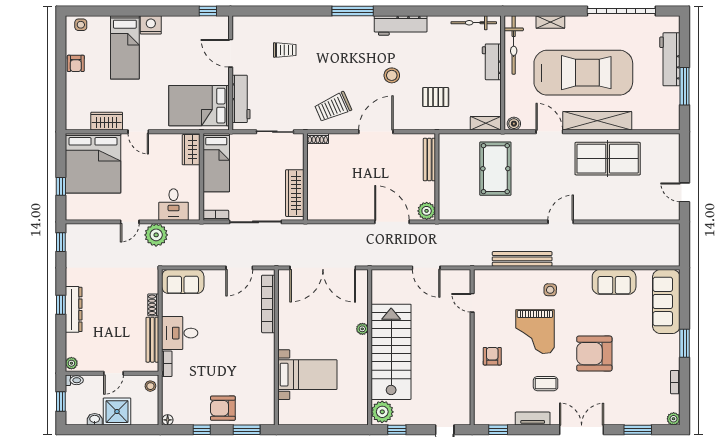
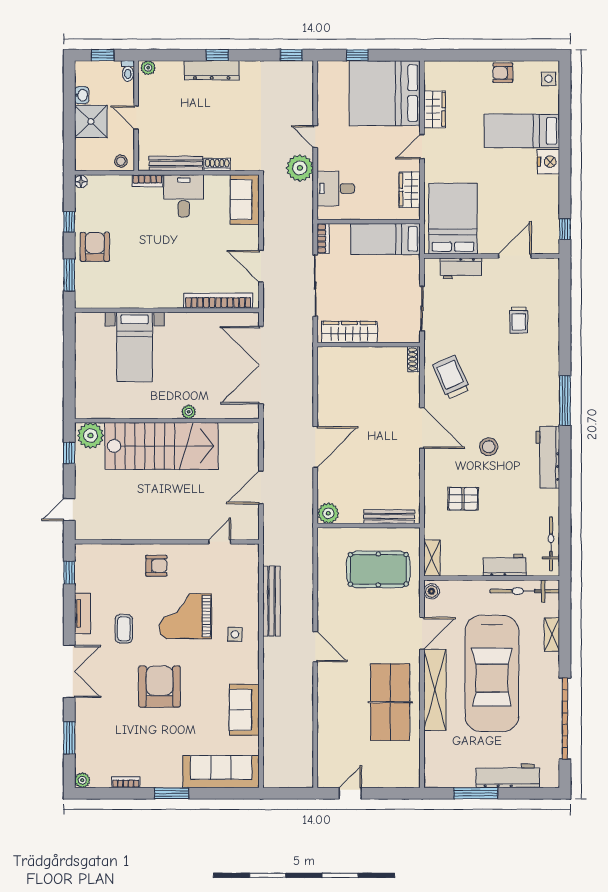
pallet: (436, 97) -> (463, 499), turned 90
workbench: (241, 99) -> (461, 268), width x0.73
wardrobe: (191, 150) -> (410, 190), moved, turned -90
bench: (429, 160) -> (389, 517), moved
wall: (437, 177) -> (369, 526), moved
plant: (427, 211) -> (328, 513), moved

